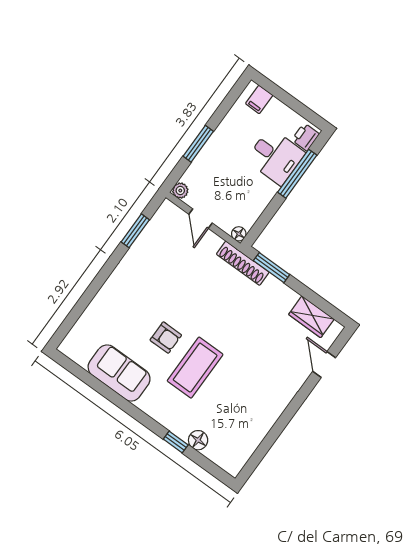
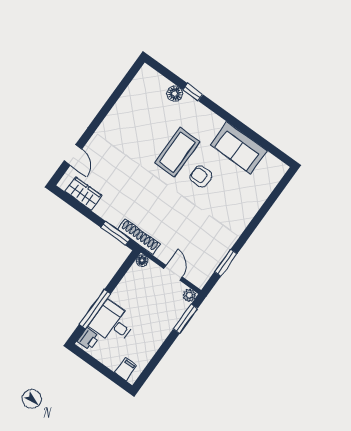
window: (198, 144) -> (185, 319), moved

